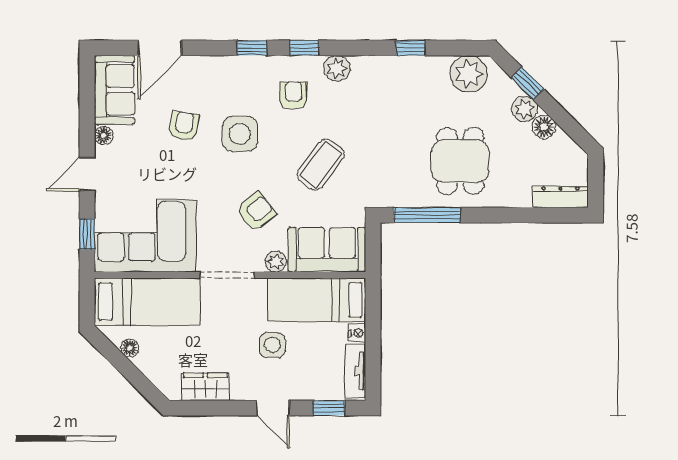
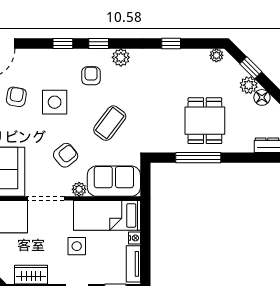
plant: (469, 74) -> (216, 55), width x0.53, depth x0.53
window: (427, 215) -> (198, 158), moved

